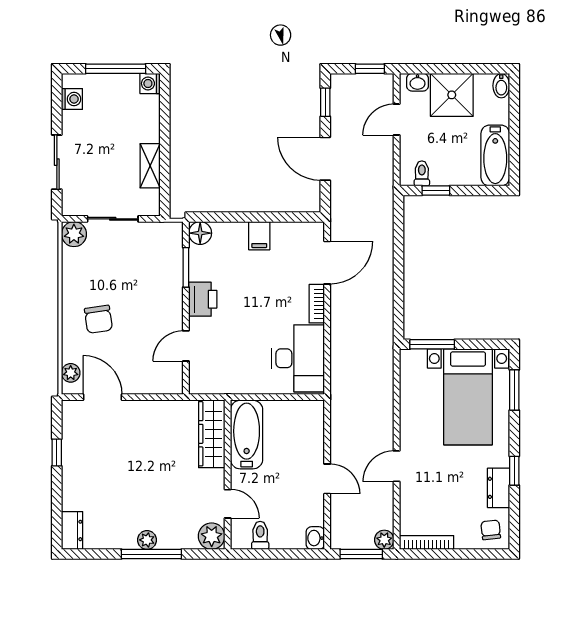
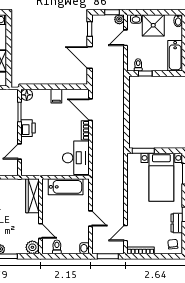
door: (327, 263) -> (91, 110), swing flipped
bathtub: (247, 435) -> (66, 187), moved, turned 90
door: (397, 466) -> (126, 233), moved
plant: (384, 540) -> (119, 19), moved

